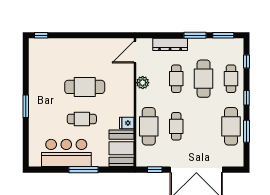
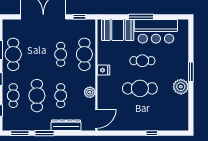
window: (41, 35) -> (152, 133), moved
plant: (38, 89) -> (181, 87), added
fridge: (127, 123) -> (103, 70), moved
booth: (121, 148) -> (118, 30), moved, turned 90

